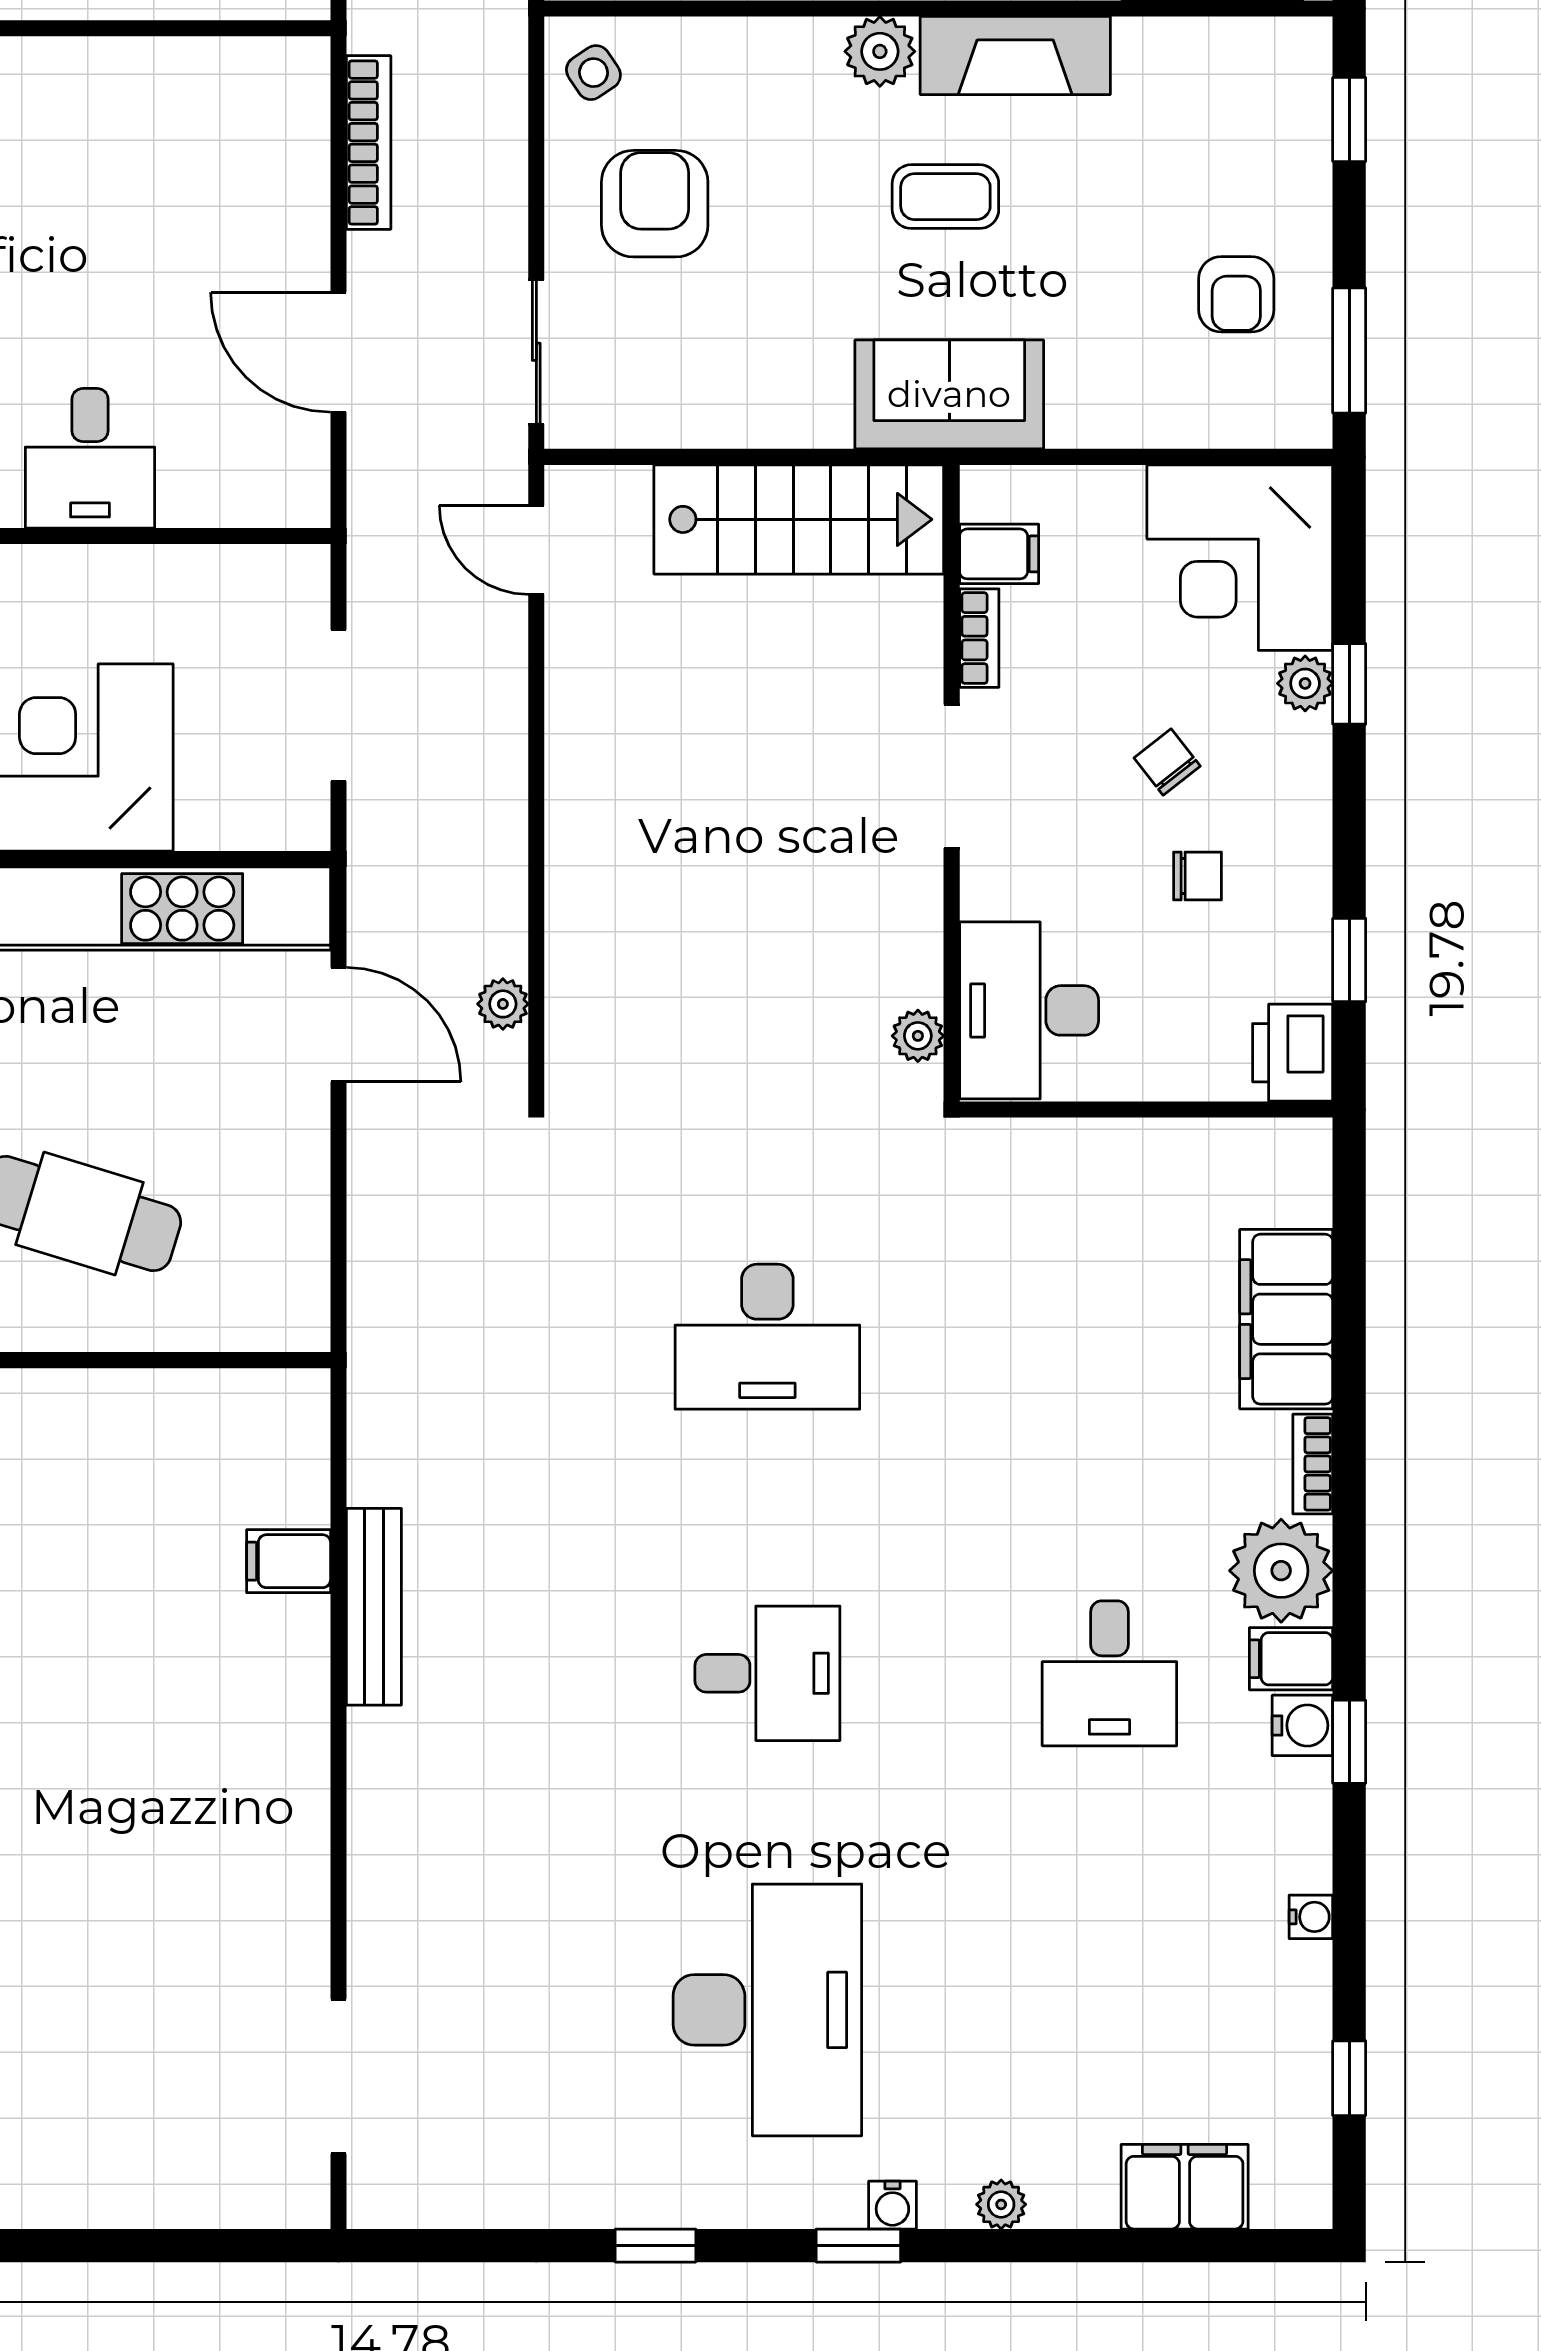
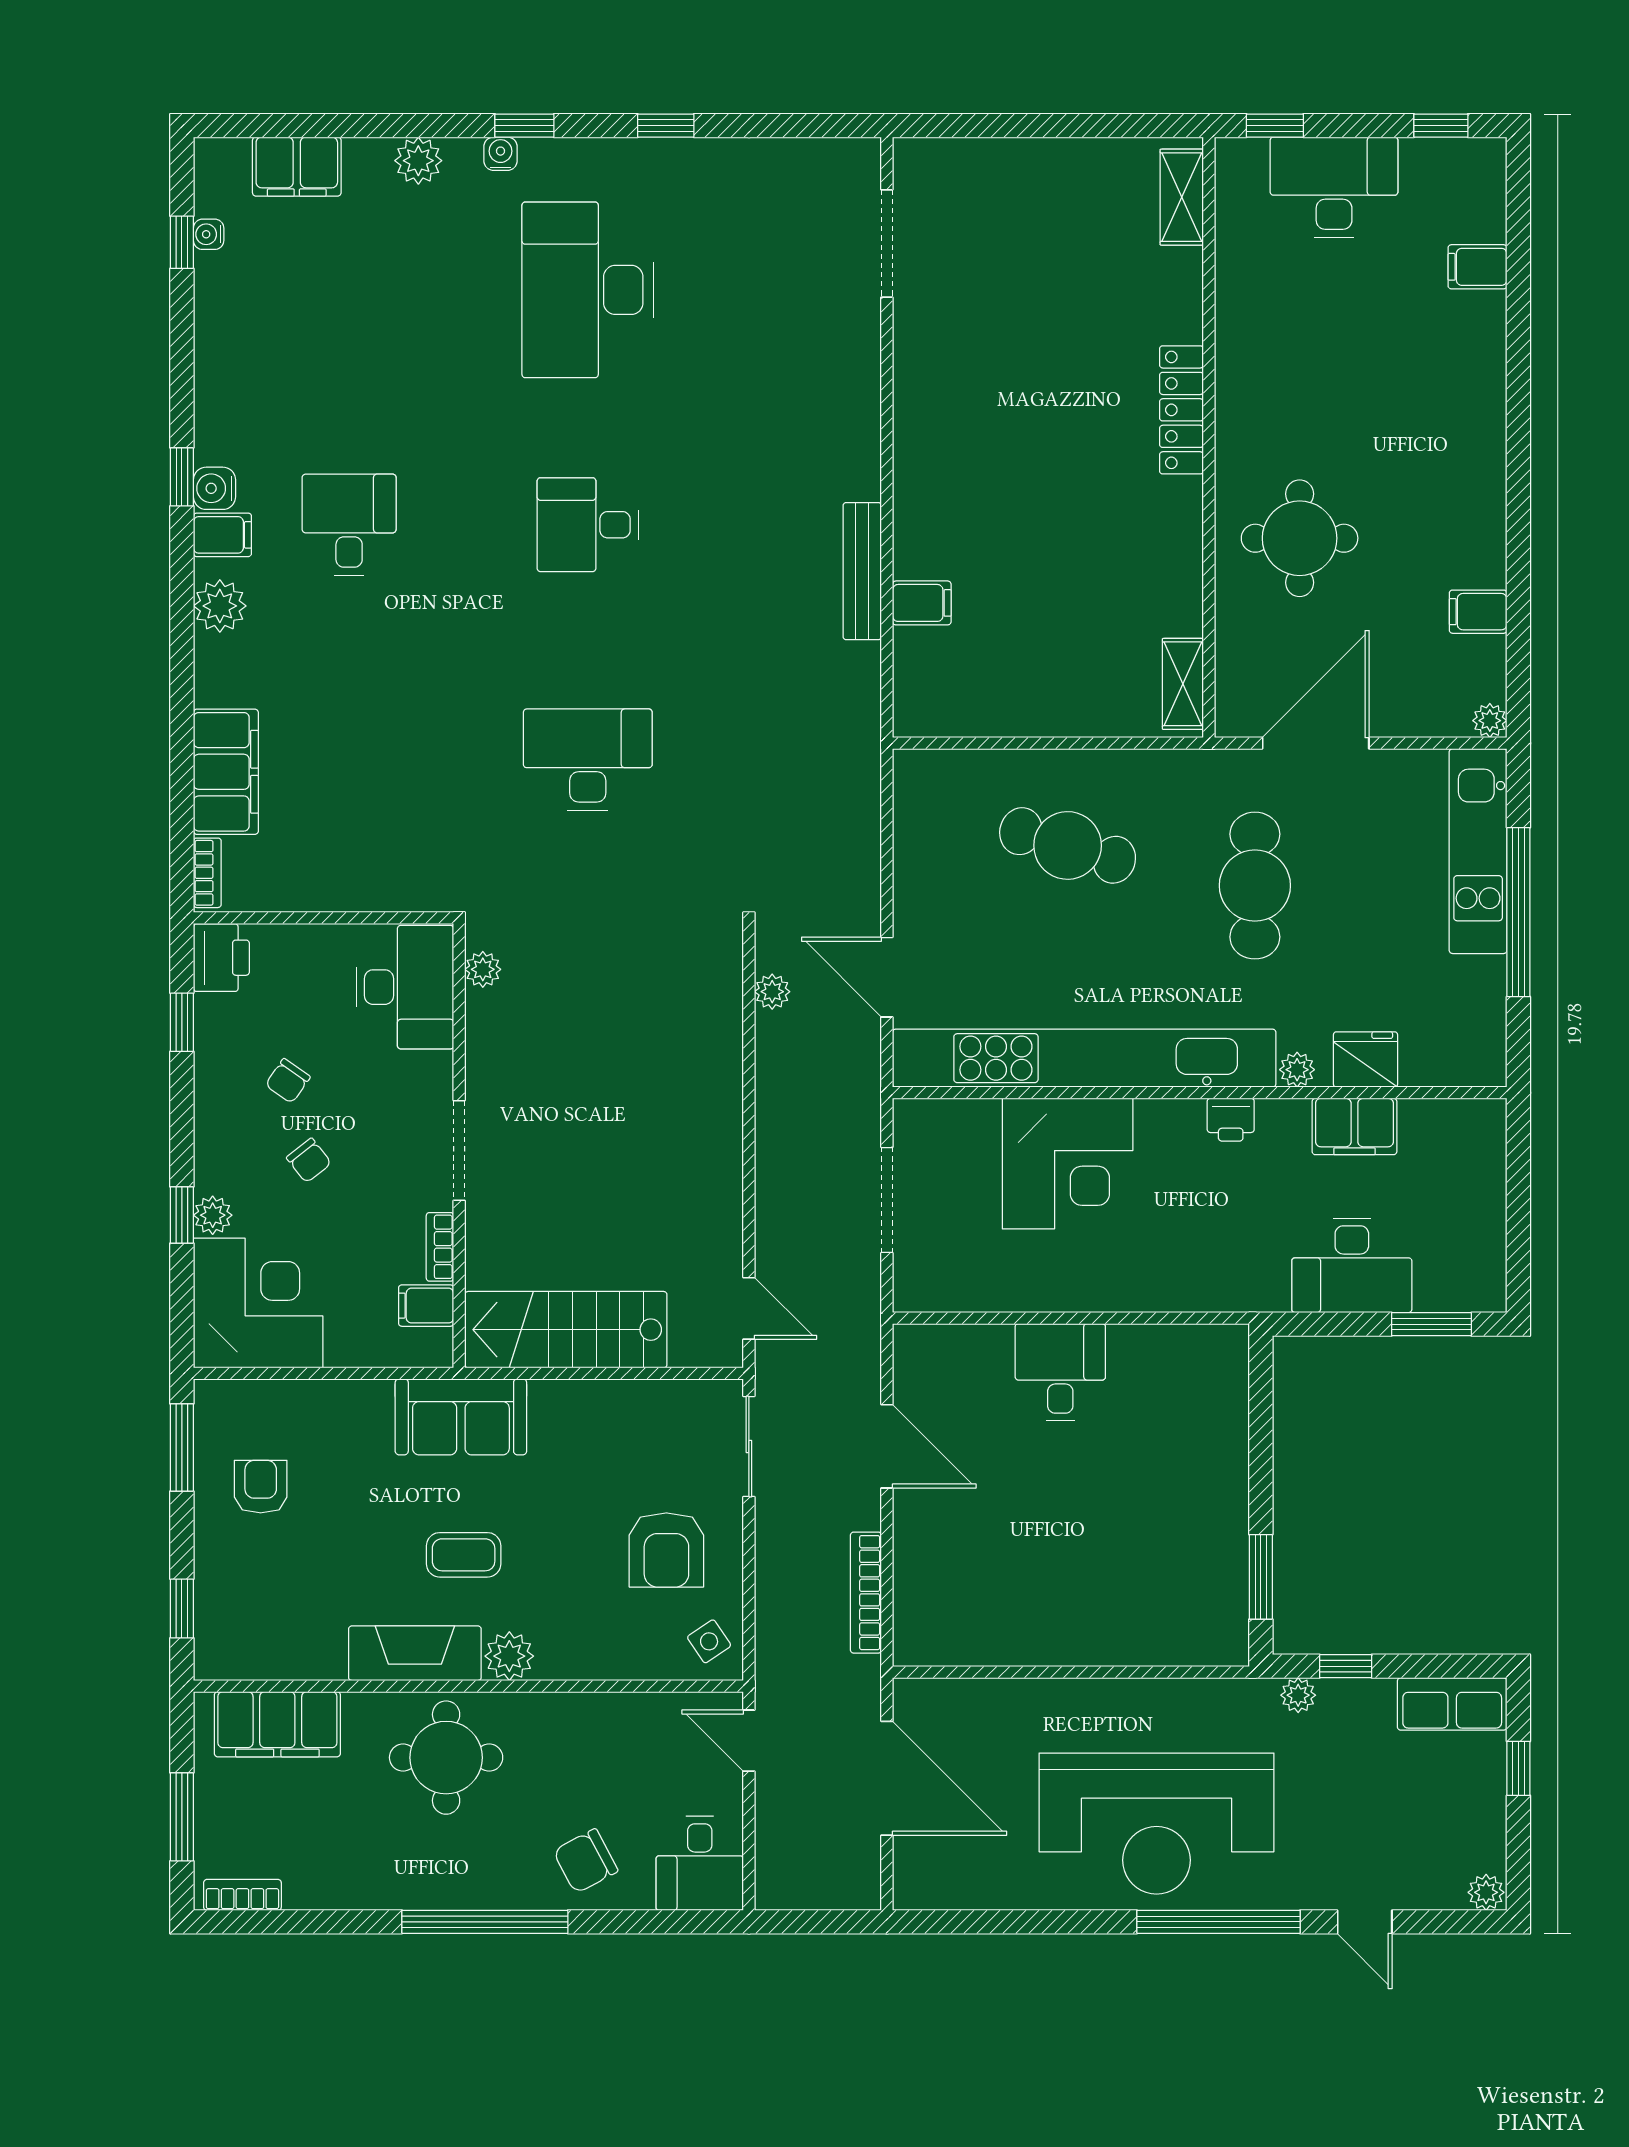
chair: (1197, 876) -> (288, 1081), turned -55
bookcase: (1313, 1464) -> (207, 873), moved
plant: (1281, 1571) -> (220, 606), width x0.73, depth x0.73
water cooler: (1311, 1917) -> (209, 234), moved
plant: (1001, 2204) -> (418, 161), width x1.38, depth x1.38

